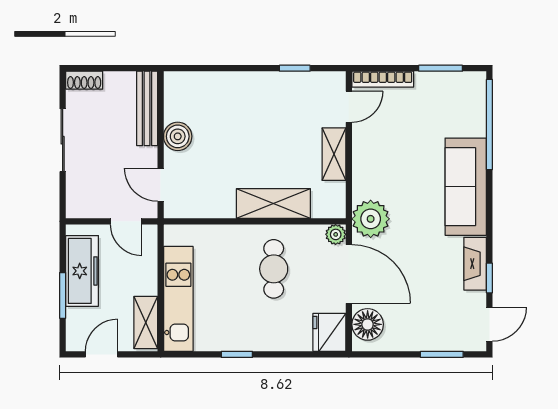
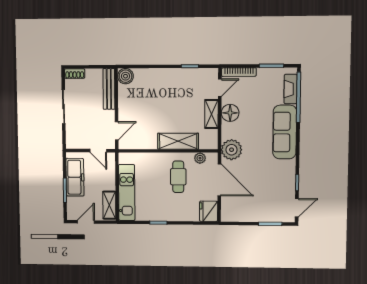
boiler: (178, 136) -> (125, 76), moved
door: (161, 185) -> (117, 131), swing flipped
plant: (336, 234) -> (200, 158), moved
fireplace: (475, 264) -> (291, 89), moved
floor lamp: (368, 324) -> (230, 113), moved

